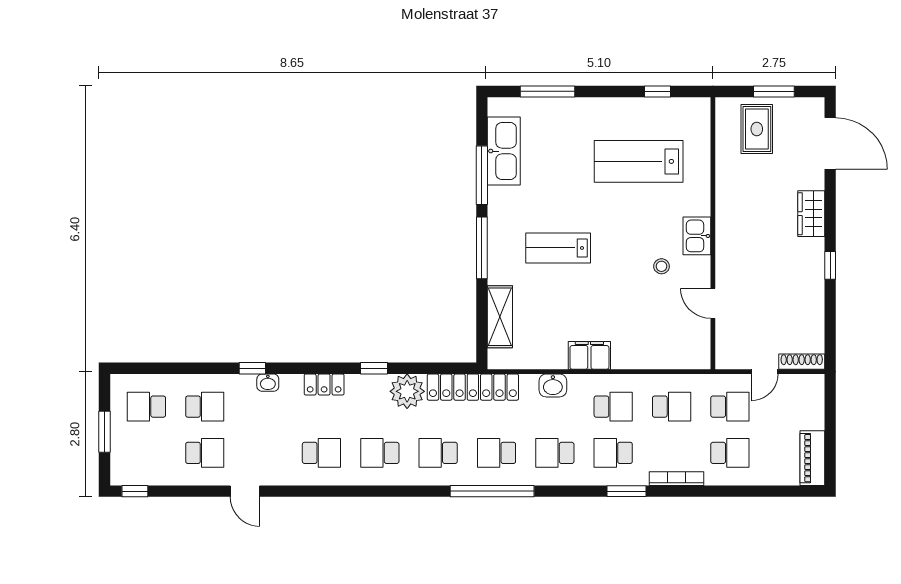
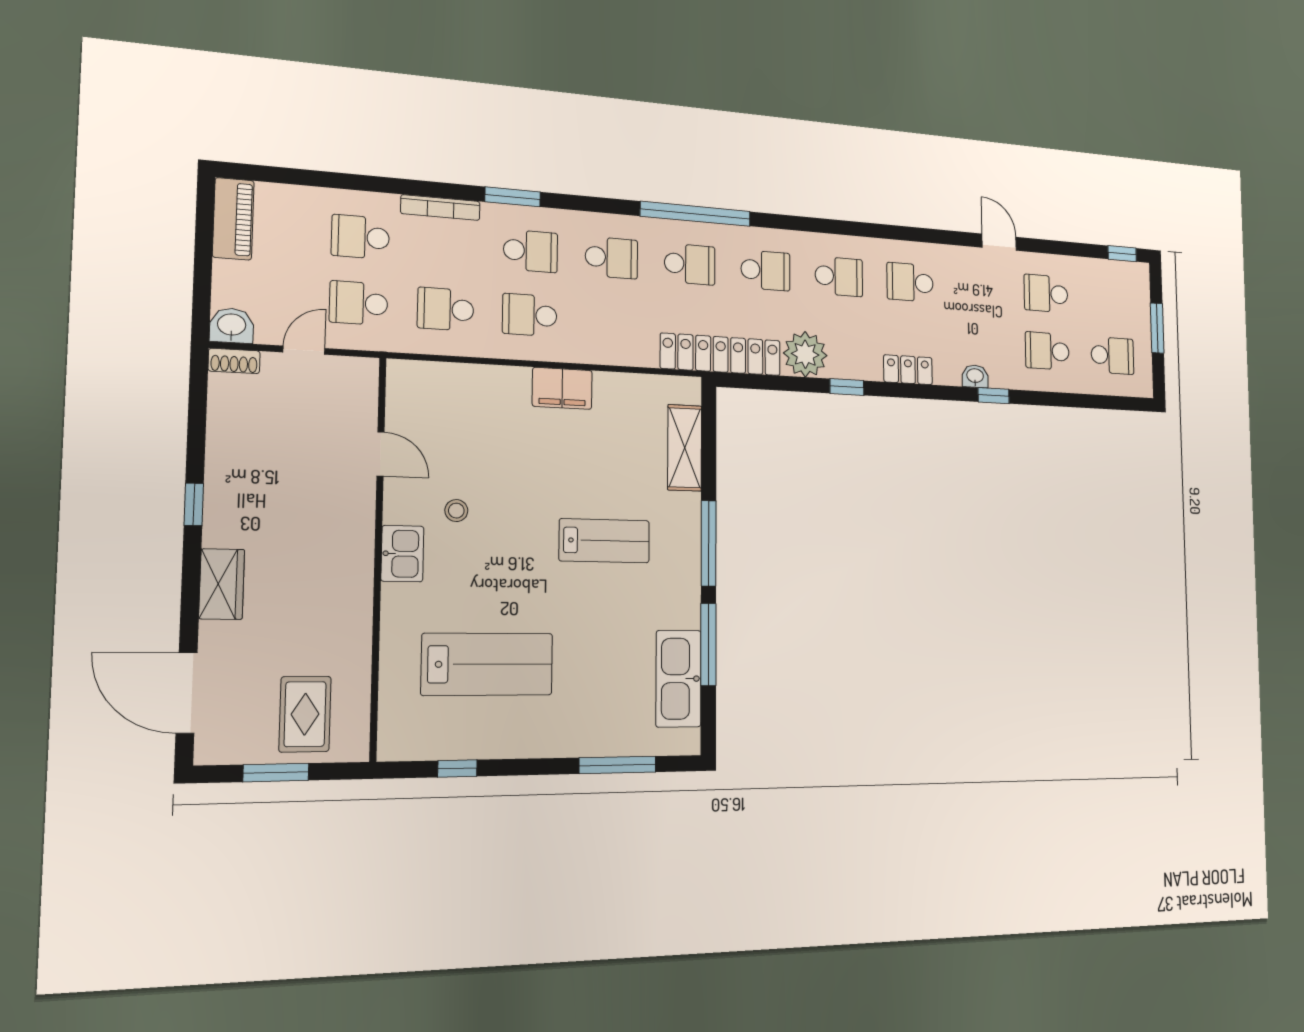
shoe rack: (802, 362) -> (234, 361), width x0.70
washbasin: (553, 385) -> (232, 325), moved

